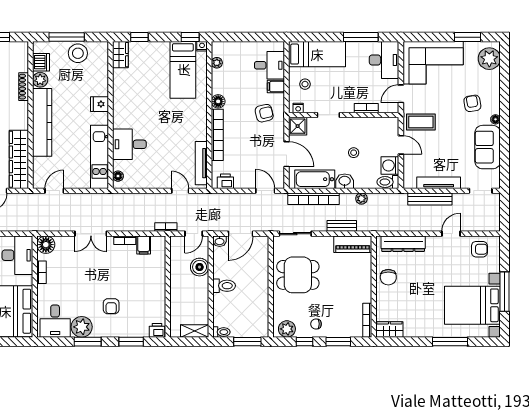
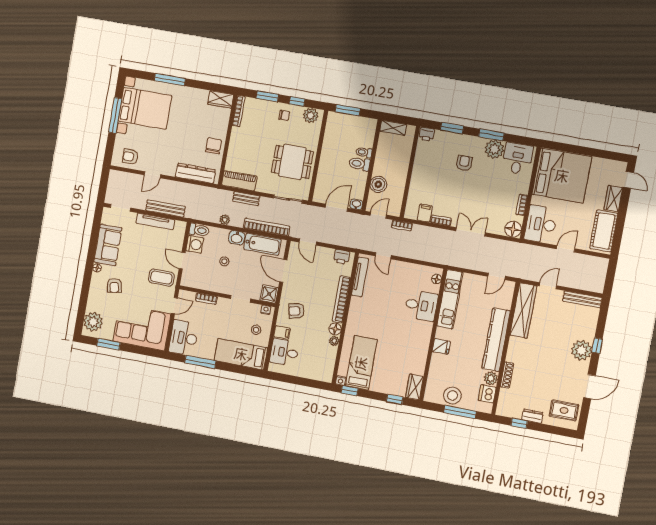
plant: (217, 63) -> (334, 341), moved
toilet: (221, 332) -> (364, 152), moved

